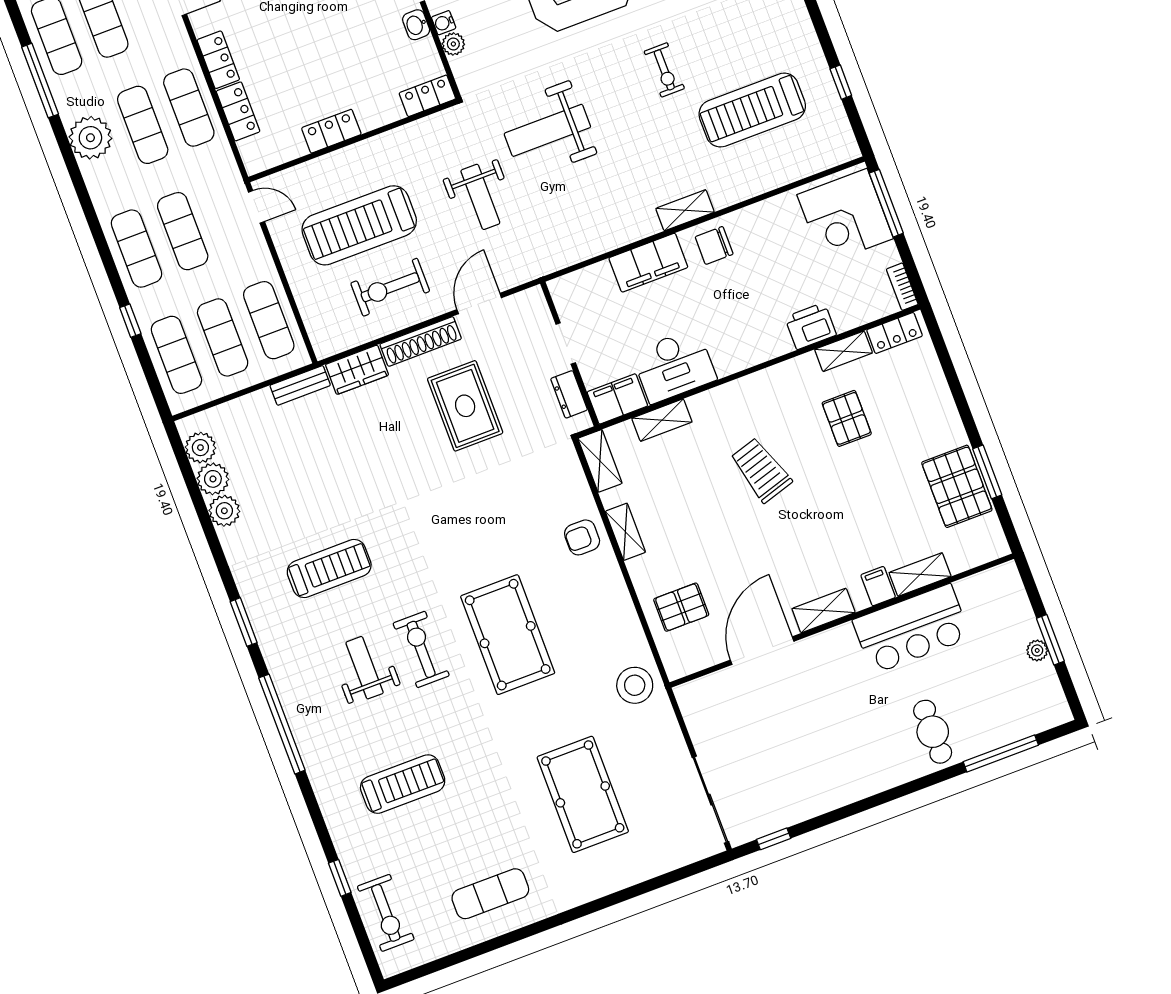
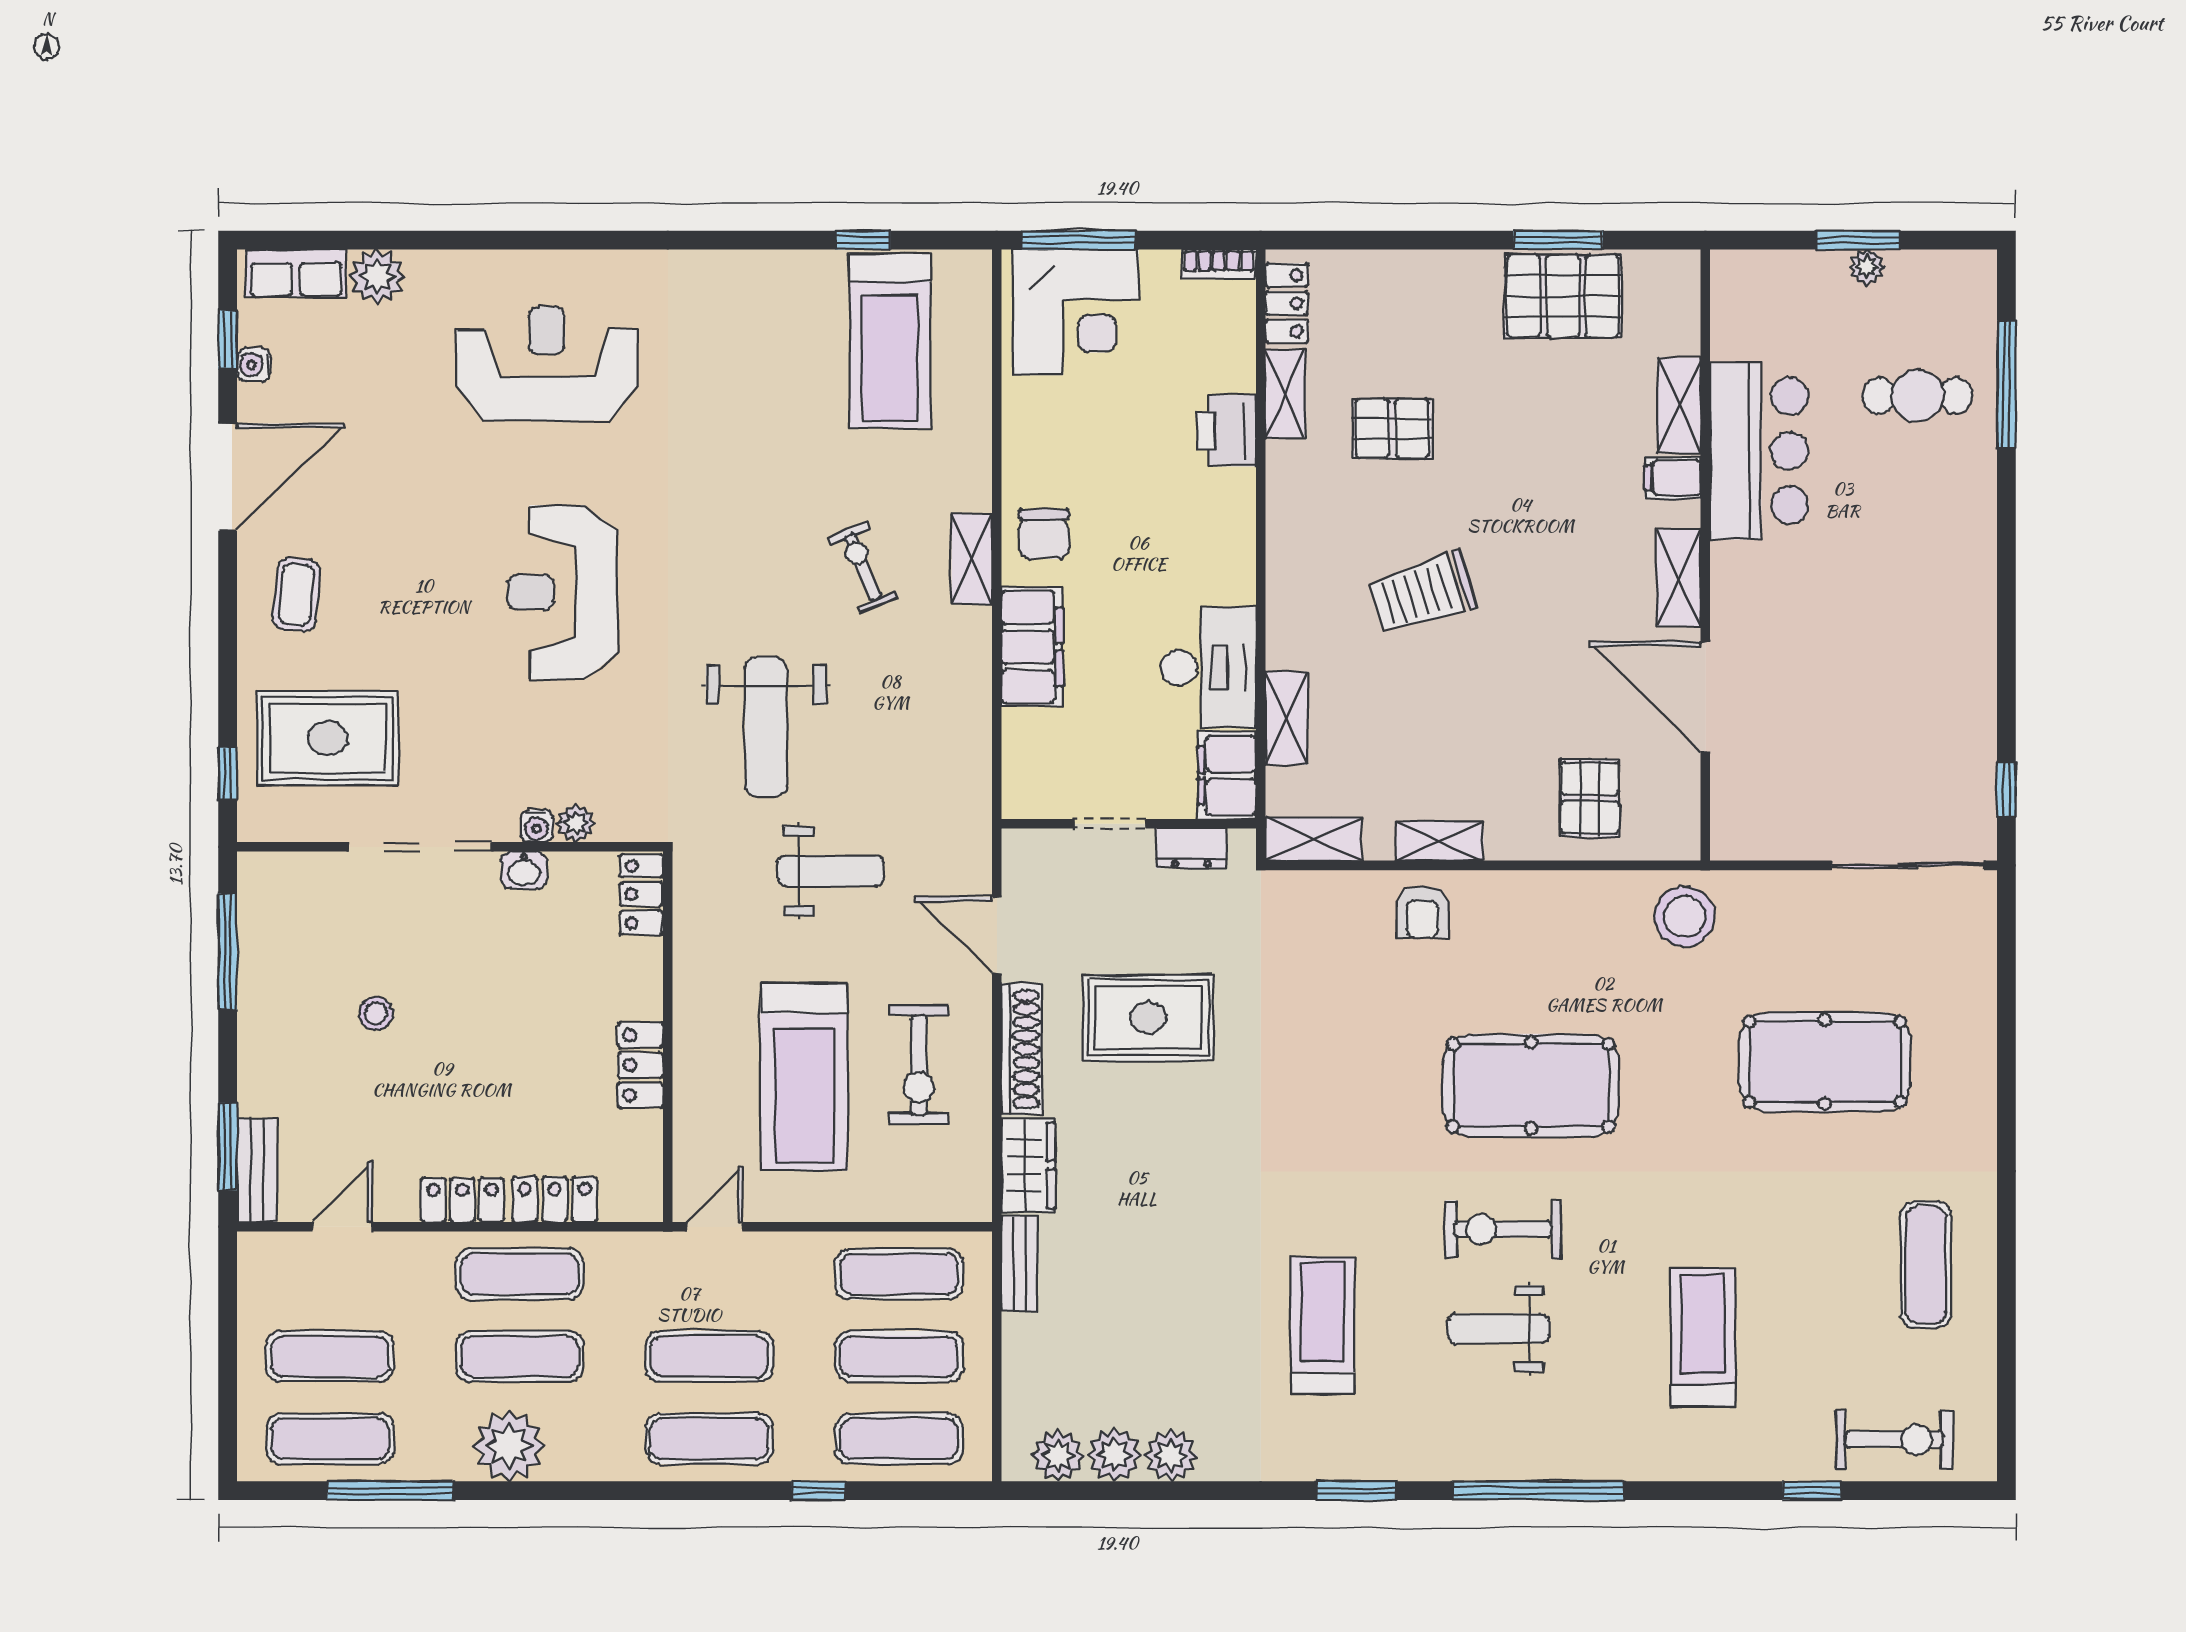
exercise bike: (664, 70) -> (863, 567), moved, turned -113
treadmill: (752, 110) -> (890, 341), moved
cafe table: (933, 732) -> (1917, 396), moved

